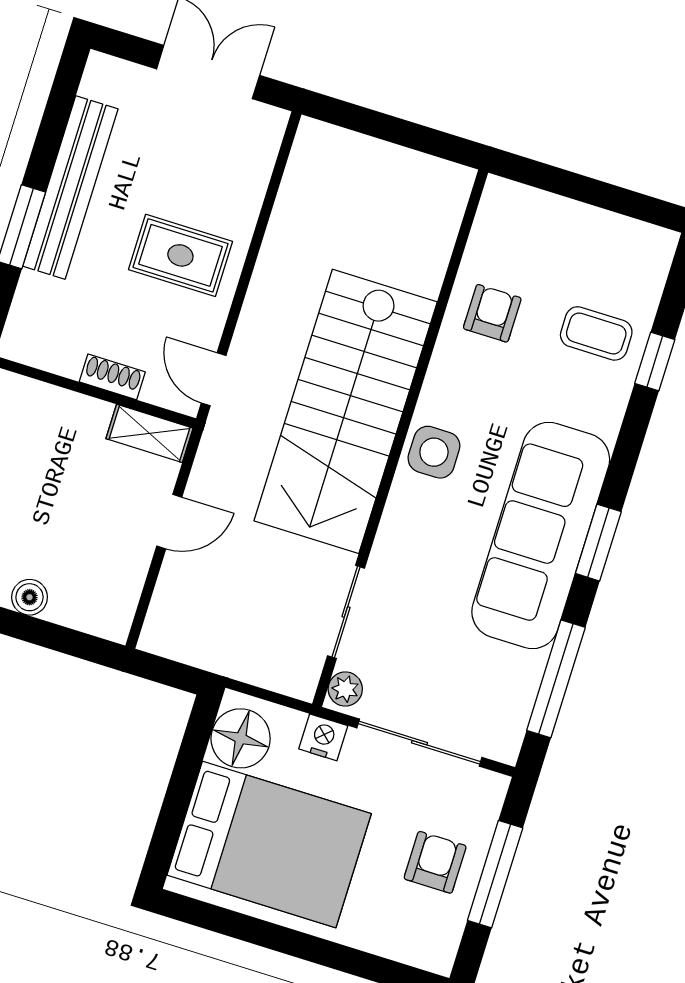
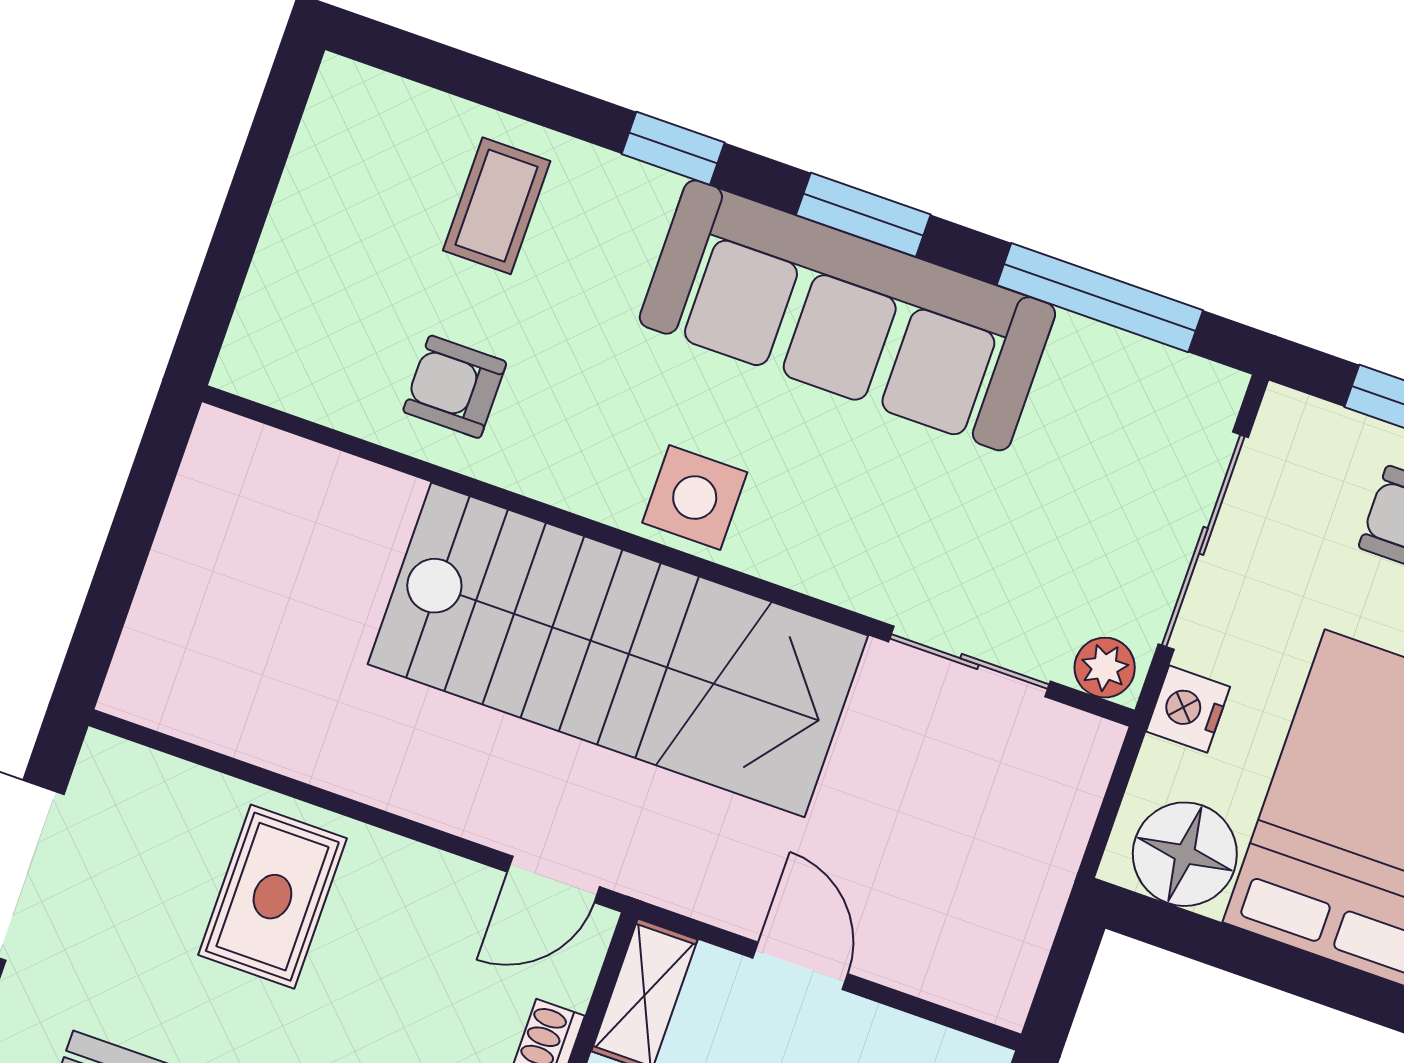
rug: (180, 255) -> (272, 897), moved
window: (655, 362) -> (673, 148), moved

